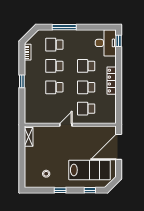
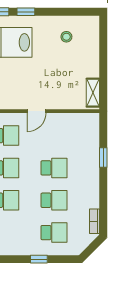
window: (64, 27) -> (39, 259), width x0.46
window: (22, 81) -> (103, 158), moved
window: (60, 190) -> (26, 12), moved

